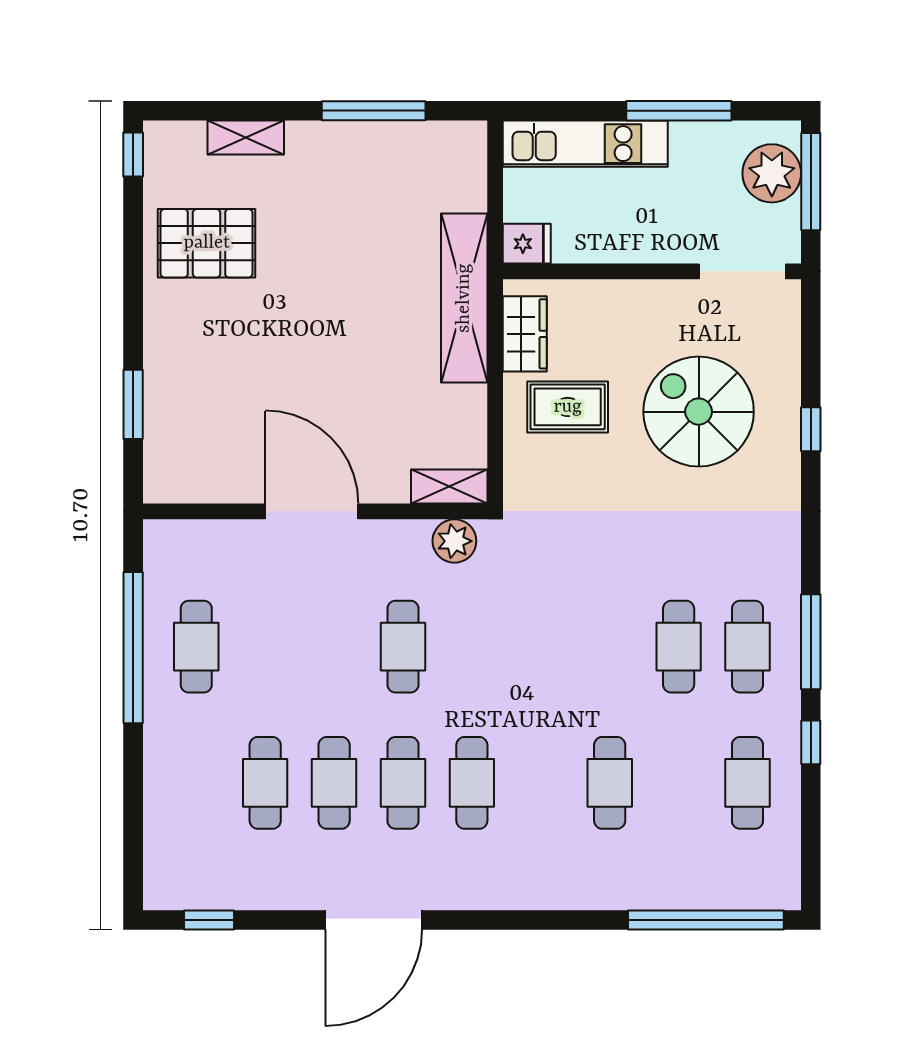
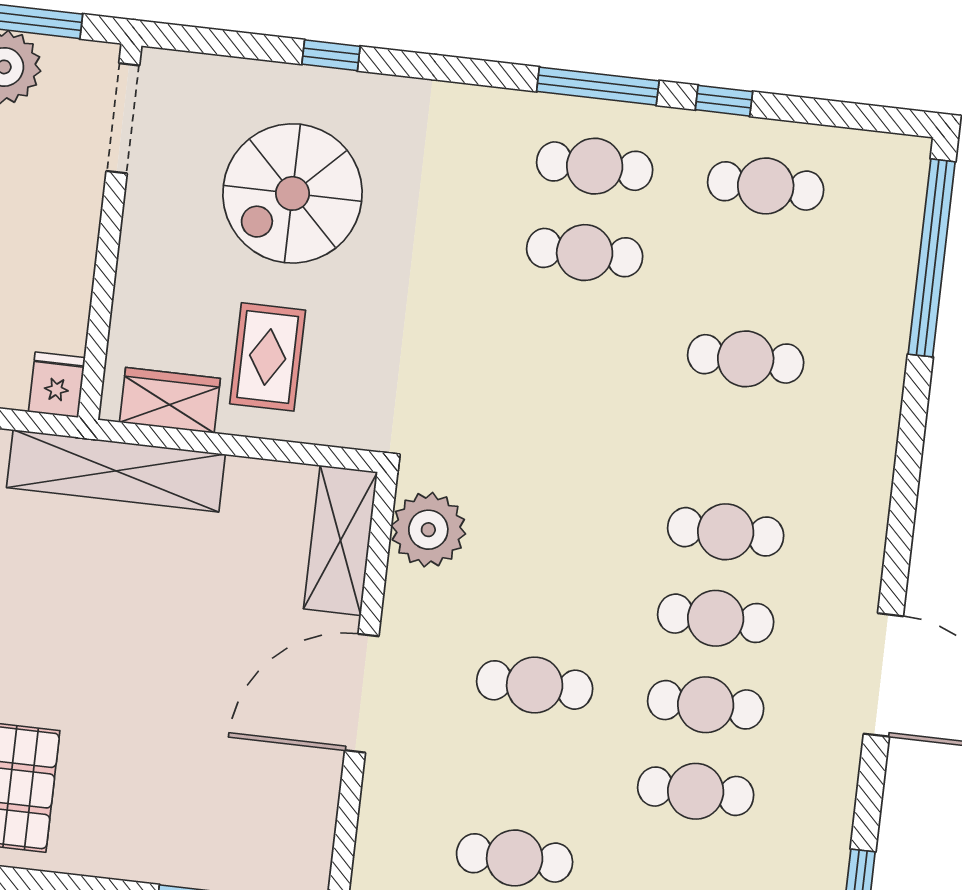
shelving: (449, 487) -> (340, 540), width x1.50, depth x1.33
plant: (454, 541) -> (428, 530), width x1.36, depth x1.36
cafe table: (403, 647) -> (535, 685), moved

